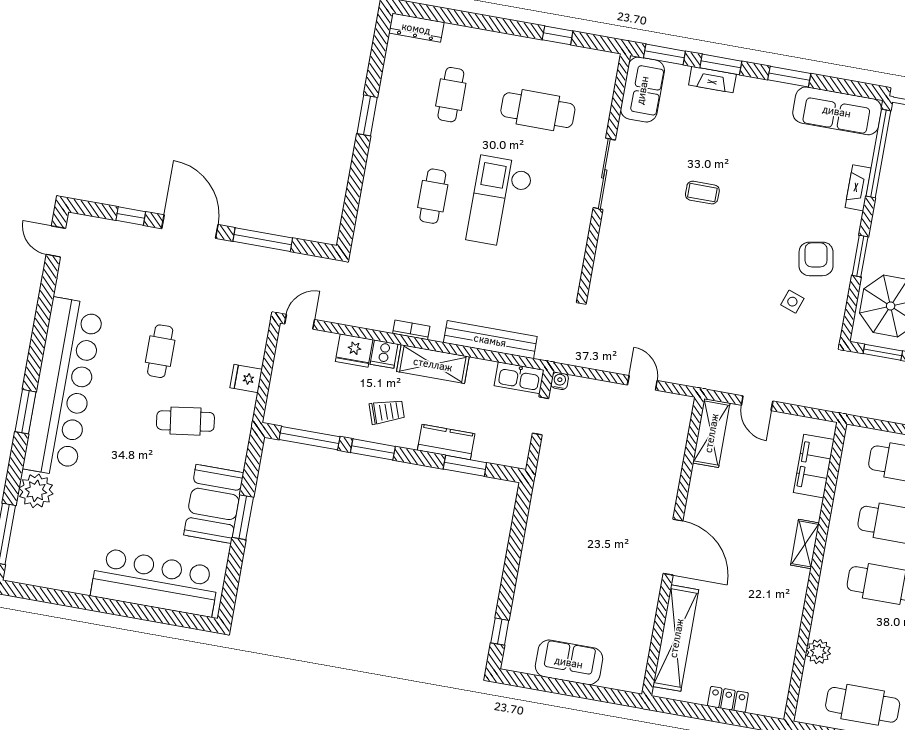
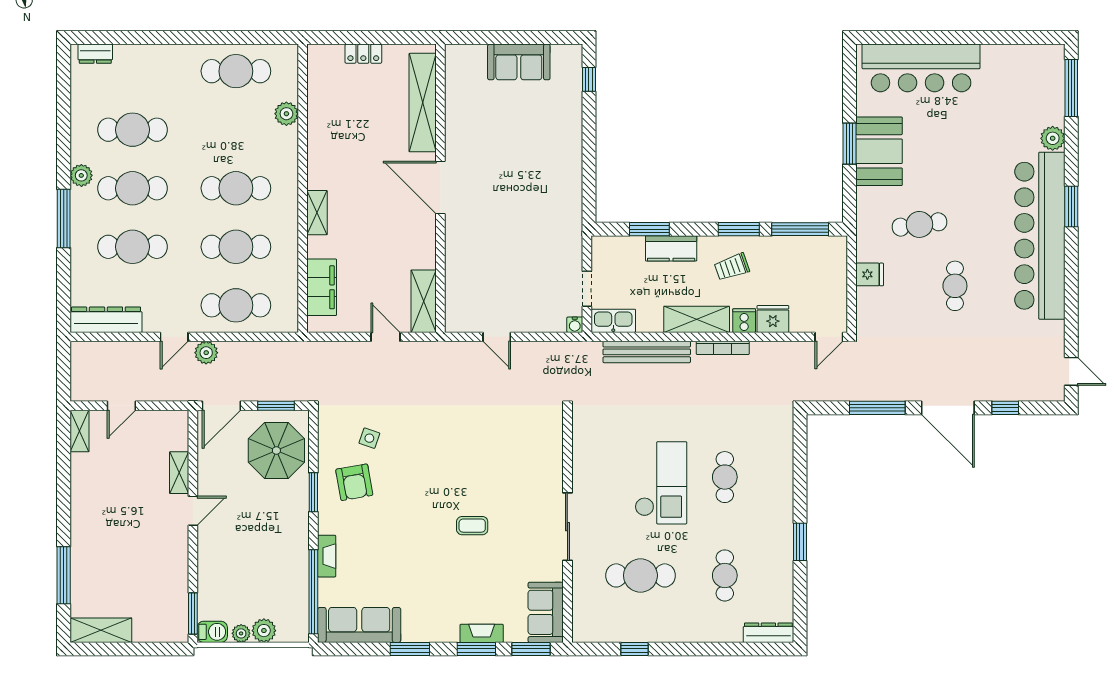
bookcase: (411, 330) -> (723, 348), width x1.56
plant: (36, 491) -> (1053, 138), width x0.73, depth x0.73

